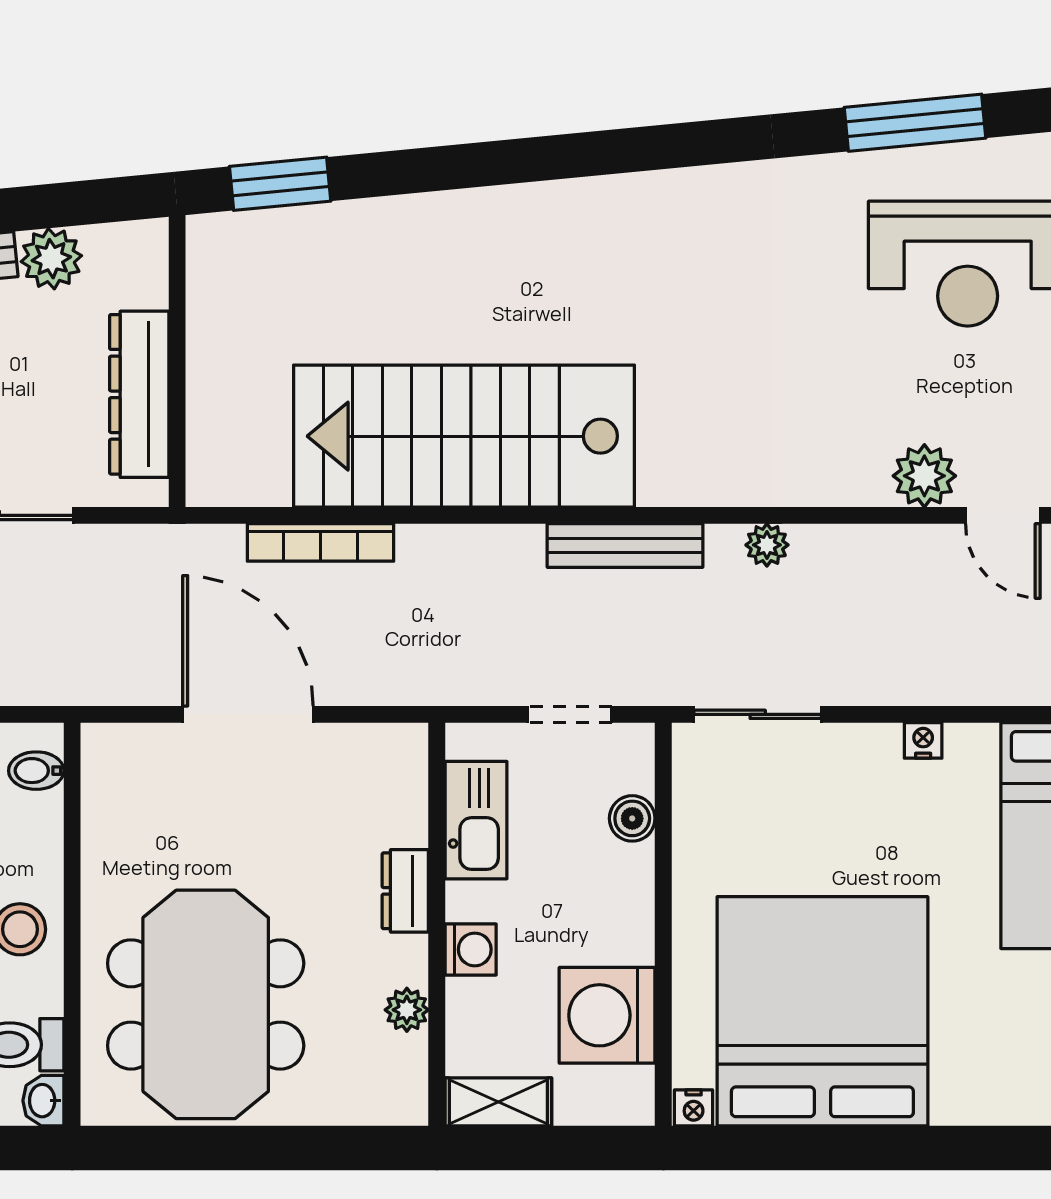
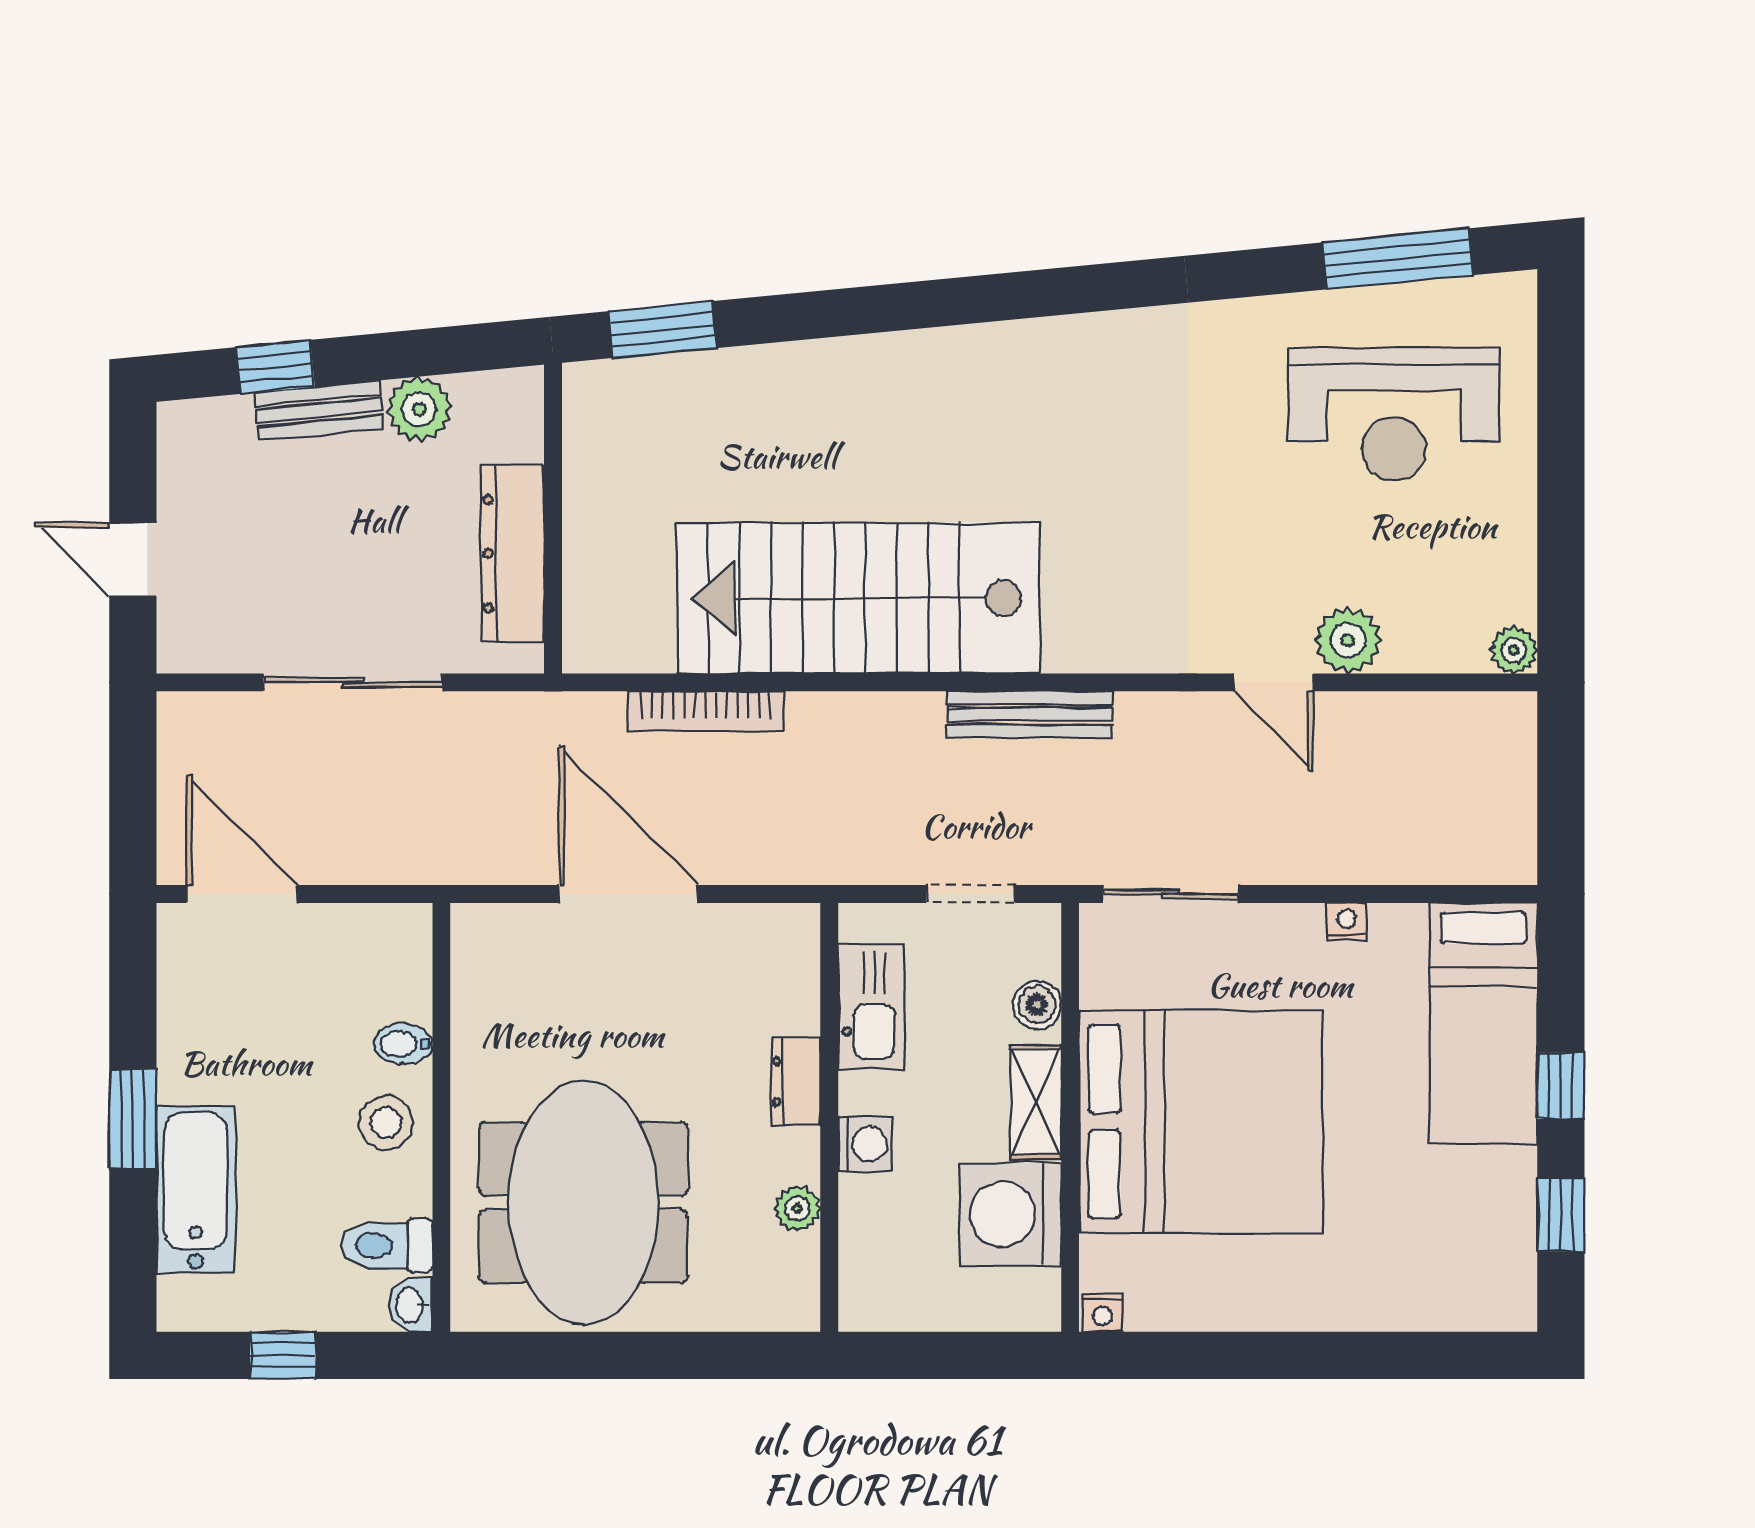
window: (915, 123) -> (1398, 259), moved
door: (1003, 515) -> (1274, 682), moved
plant: (767, 545) -> (1180, 714), removed
bidet: (36, 771) -> (403, 1044), moved
bed: (822, 1011) -> (1201, 1122), moved, turned 90
shelving: (498, 1102) -> (1036, 1102), moved, turned 90

